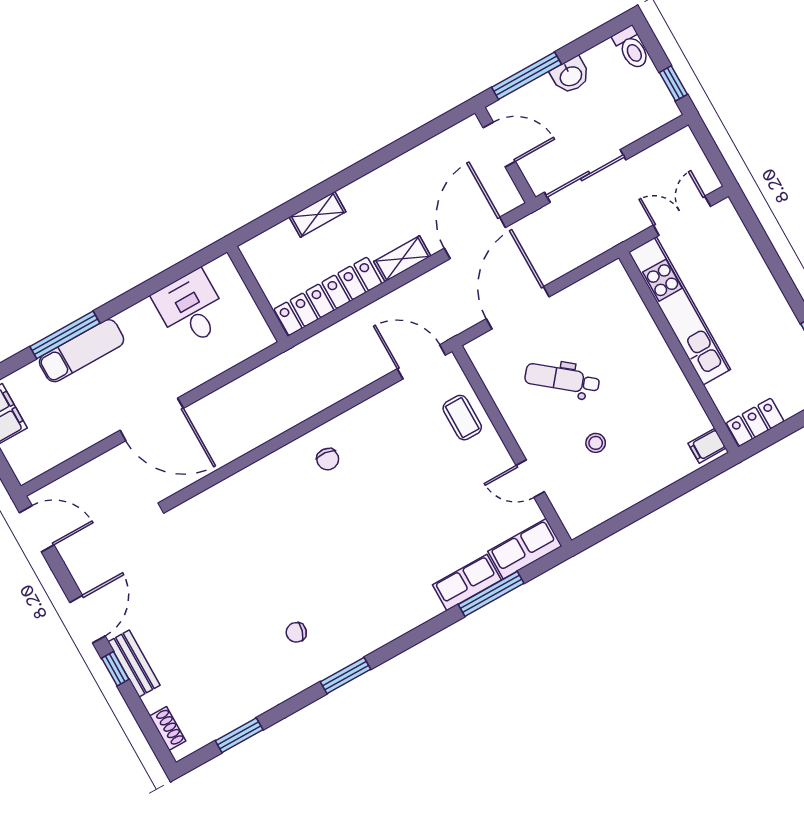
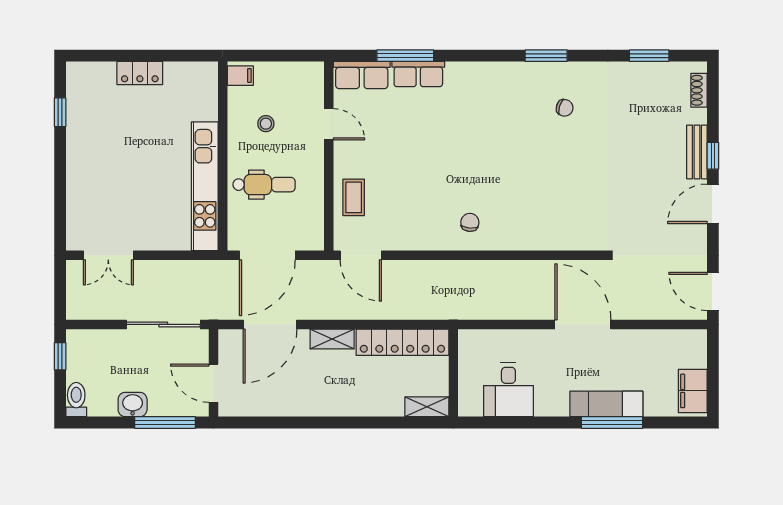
shelving: (318, 214) -> (427, 407), moved
kitchen unit: (680, 311) -> (205, 186), moved
wall: (679, 352) -> (223, 156), moved
dental chair: (562, 379) -> (264, 185), turned -39
filing cabinet: (707, 446) -> (240, 76), moved

